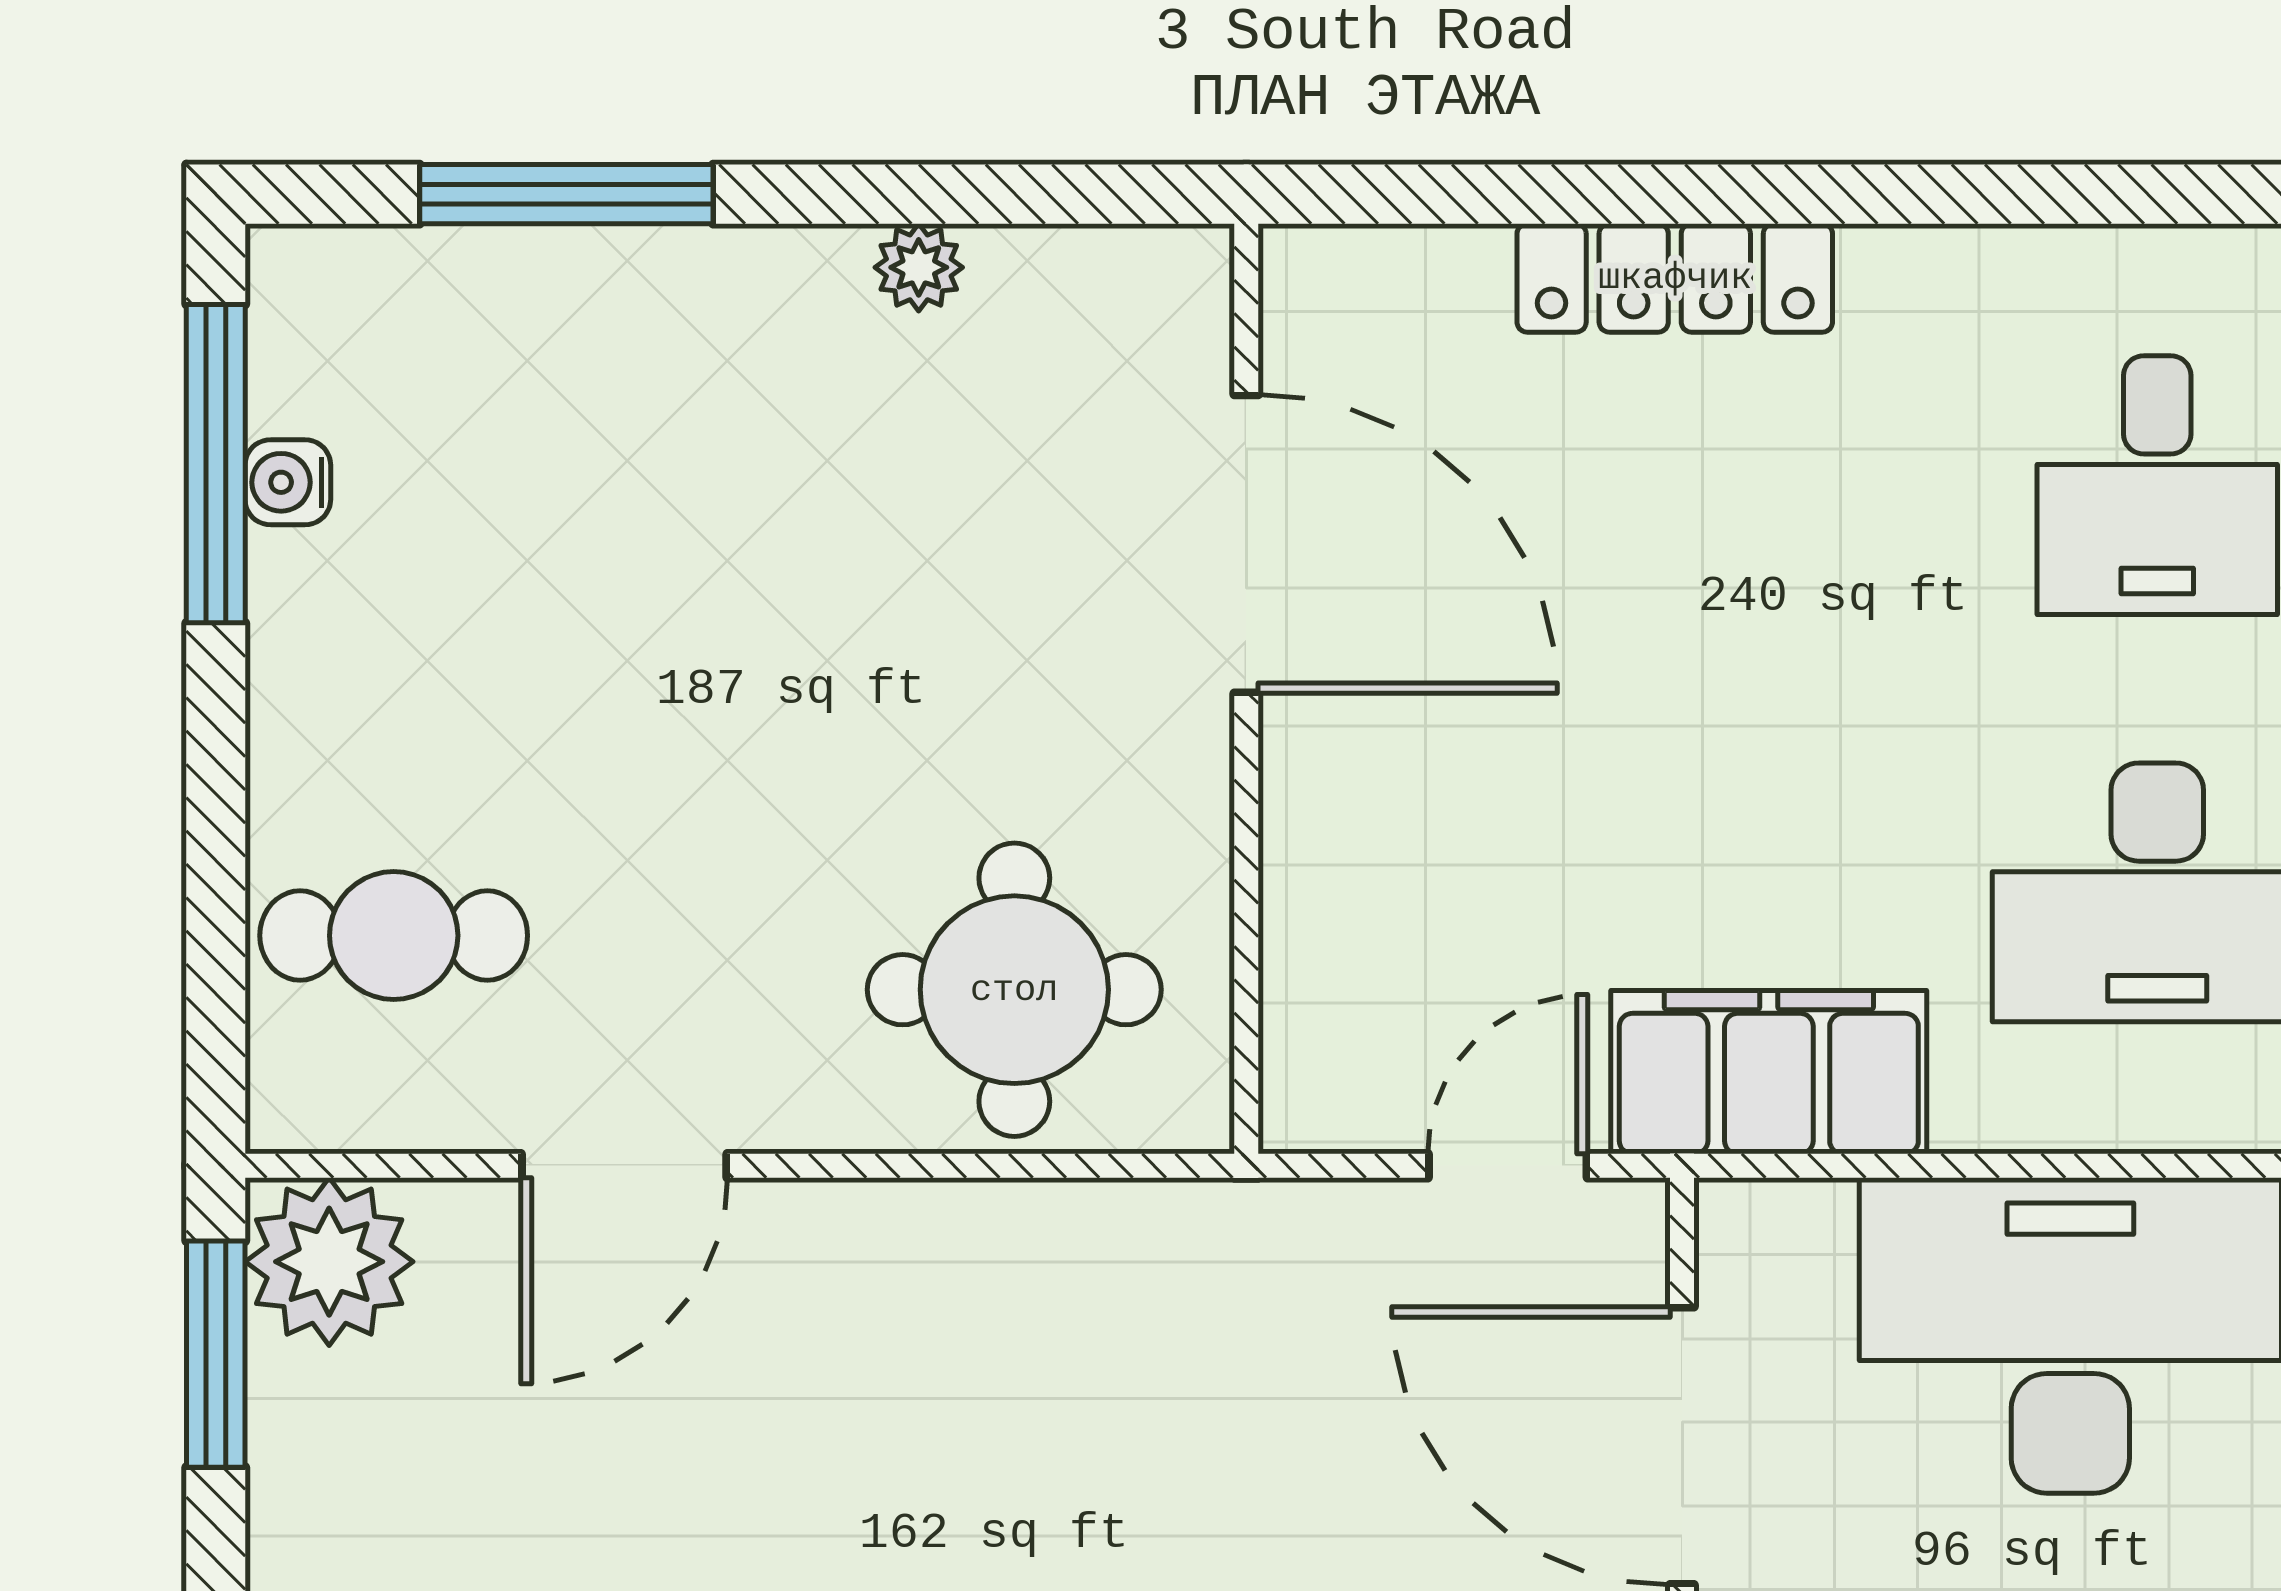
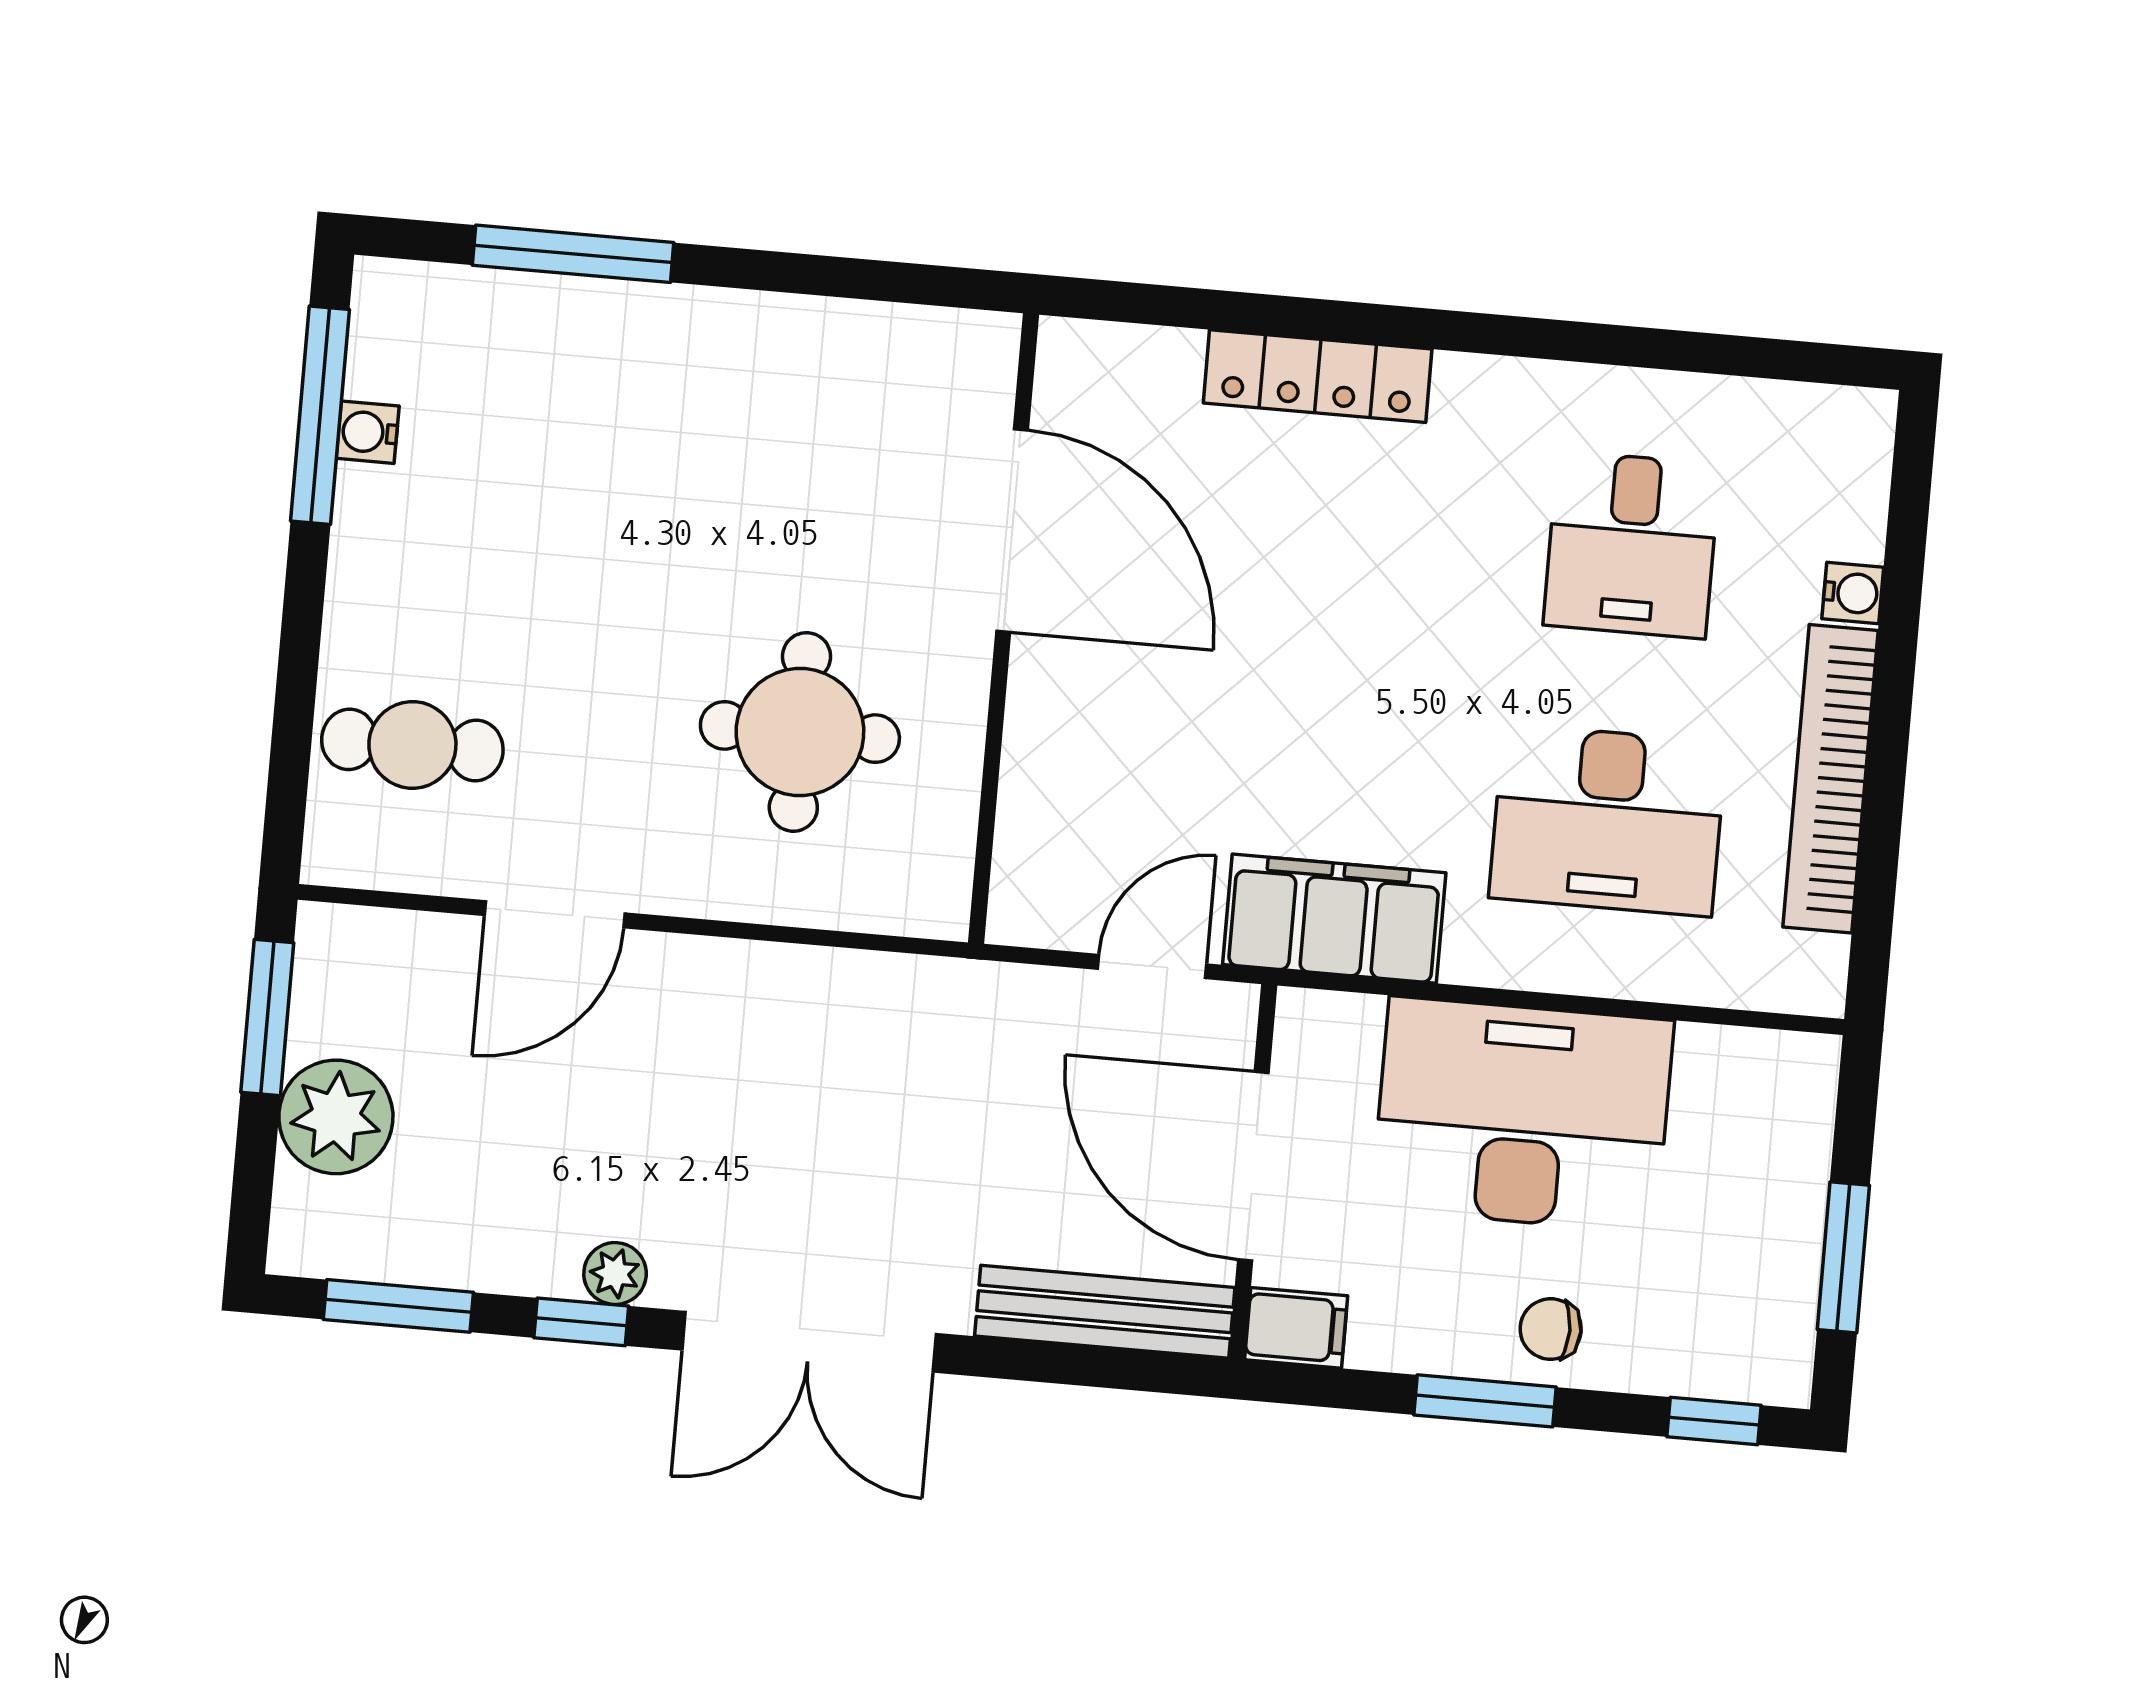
plant: (919, 267) -> (807, 324), removed
round table: (1014, 990) -> (800, 732), moved
plant: (329, 1262) -> (336, 1117), moved

